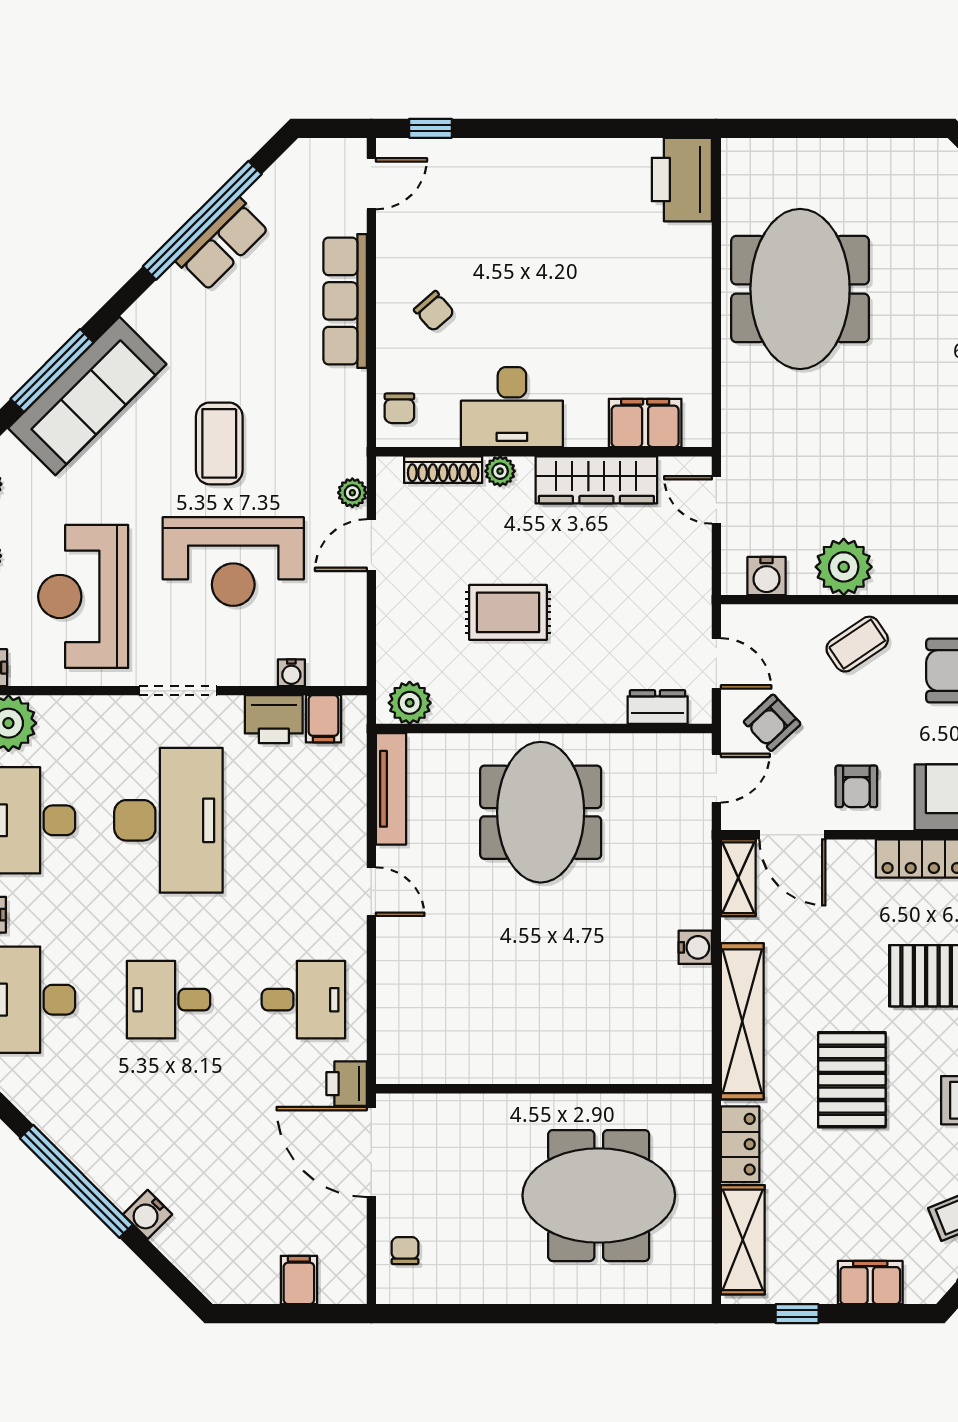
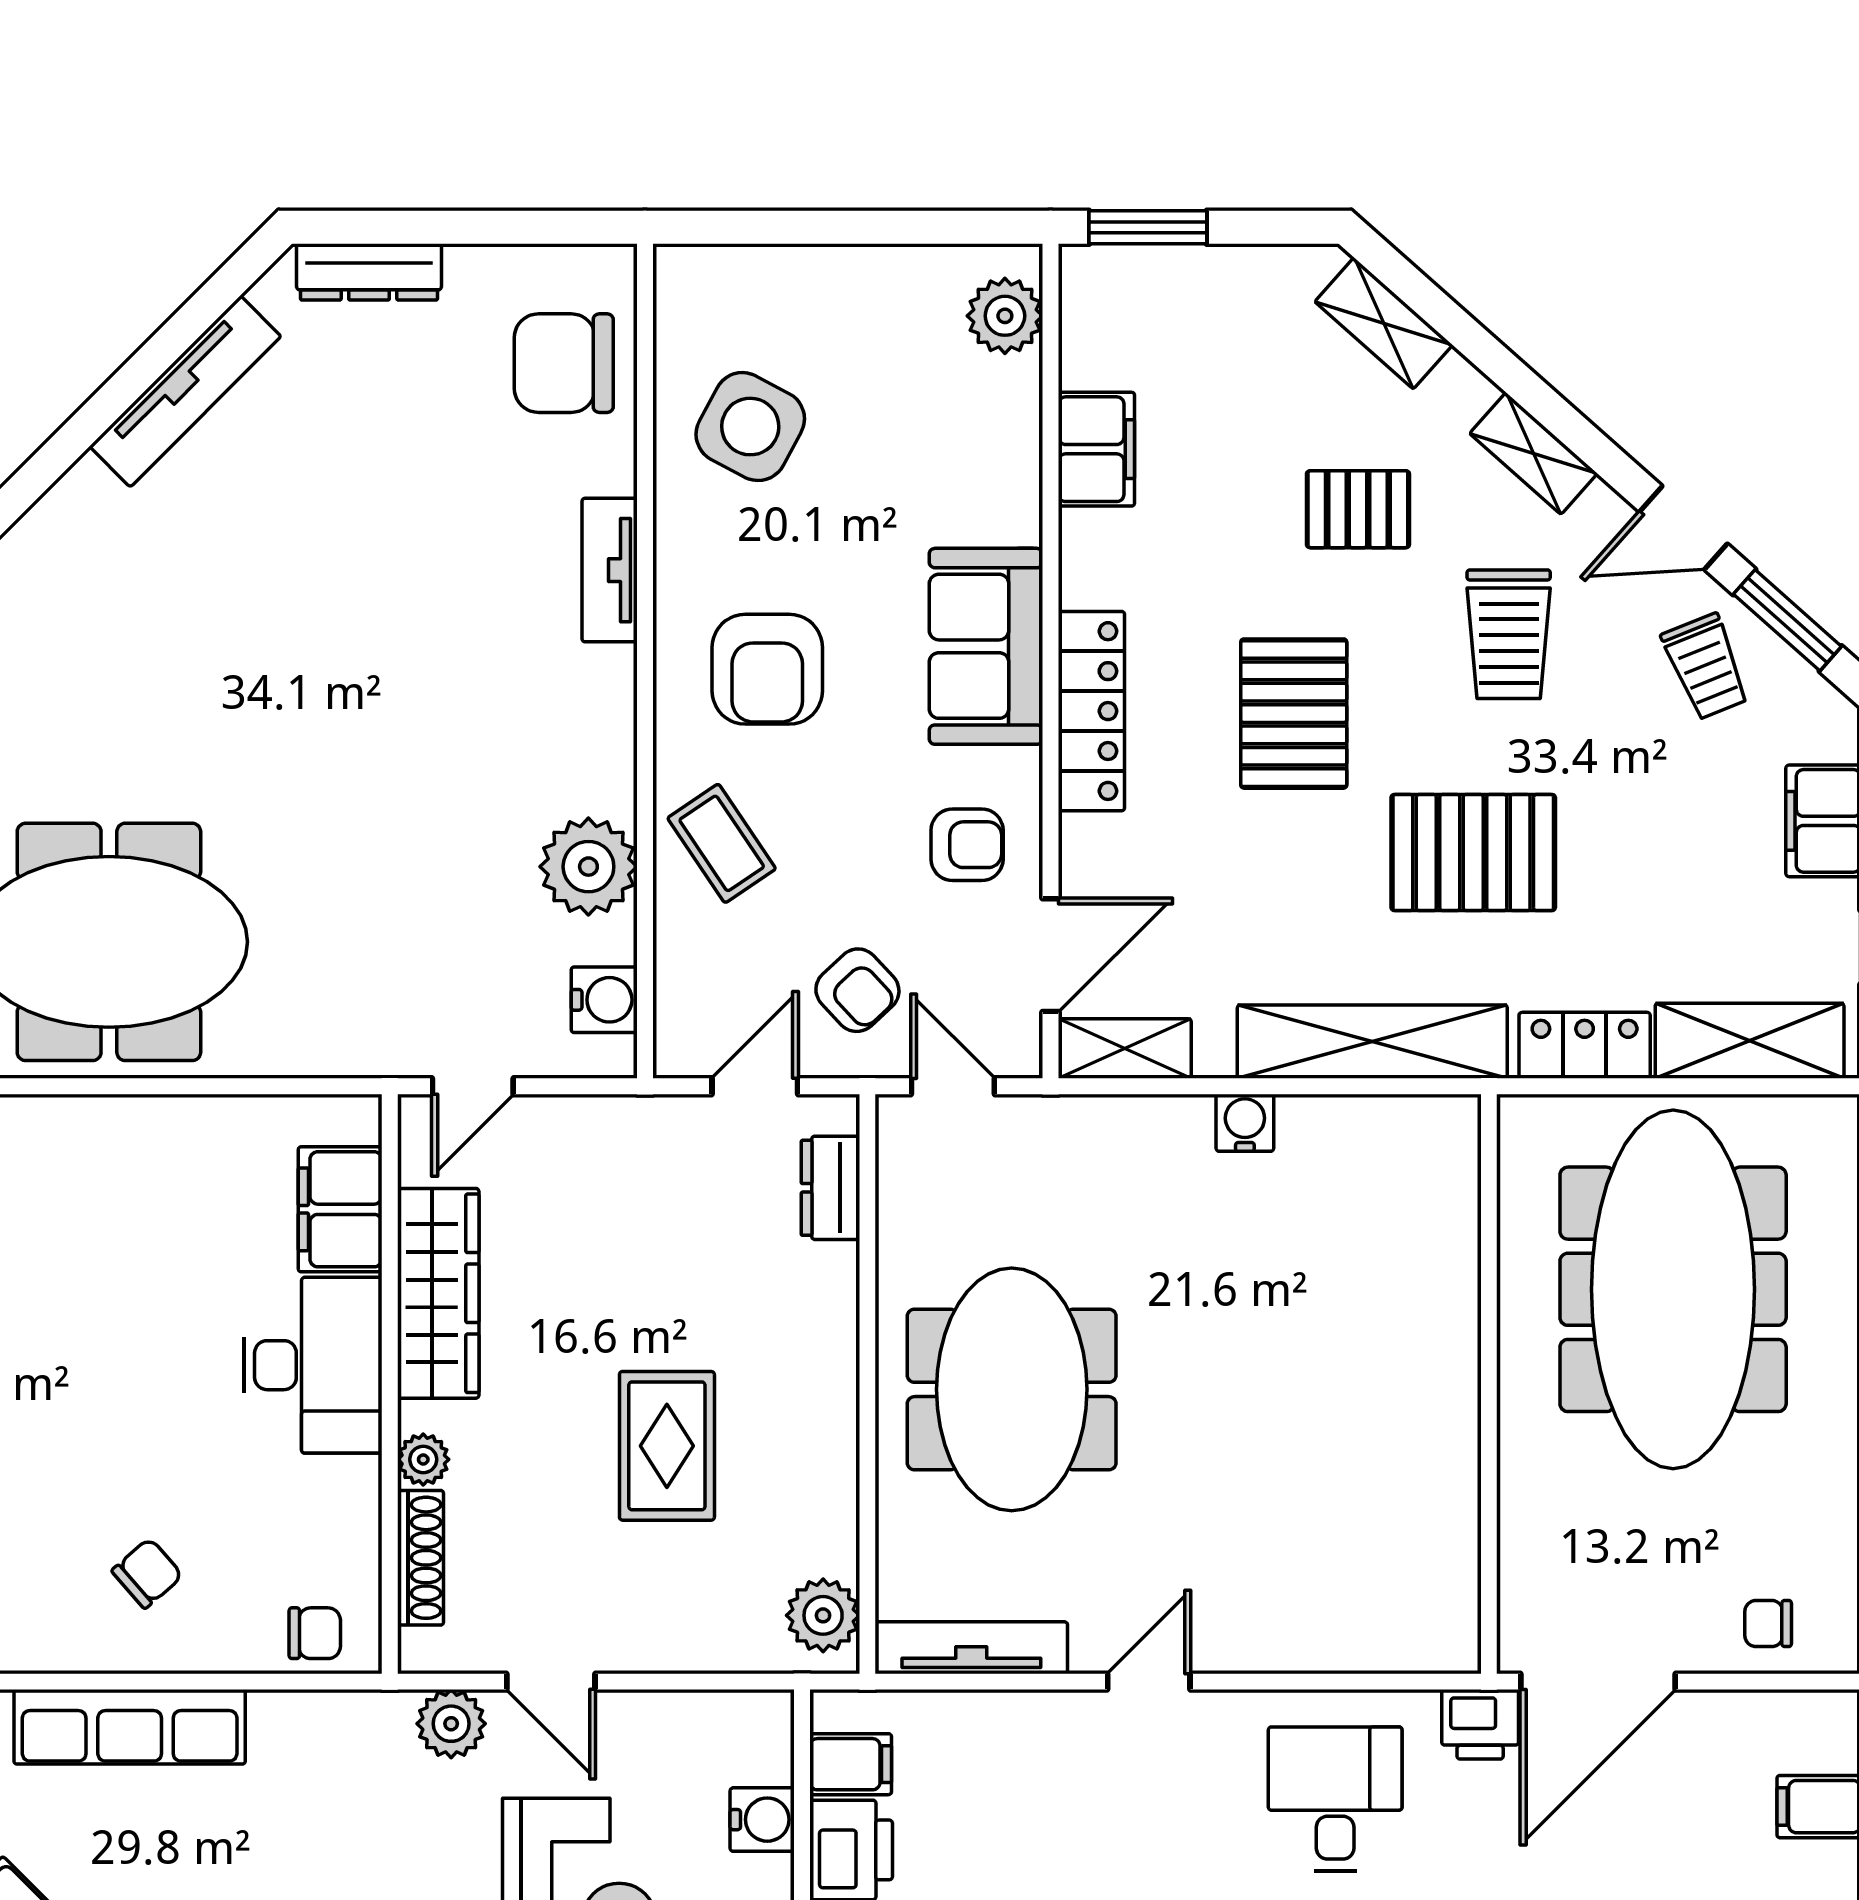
desk: (512, 407) -> (313, 1365), moved
plant: (352, 493) -> (451, 1724), width x1.38, depth x1.38
water cooler: (291, 673) -> (762, 1820), width x1.38, depth x1.38
meeting table: (541, 812) -> (1012, 1389), turned 90
meeting table: (599, 1196) -> (1673, 1289), width x1.36

